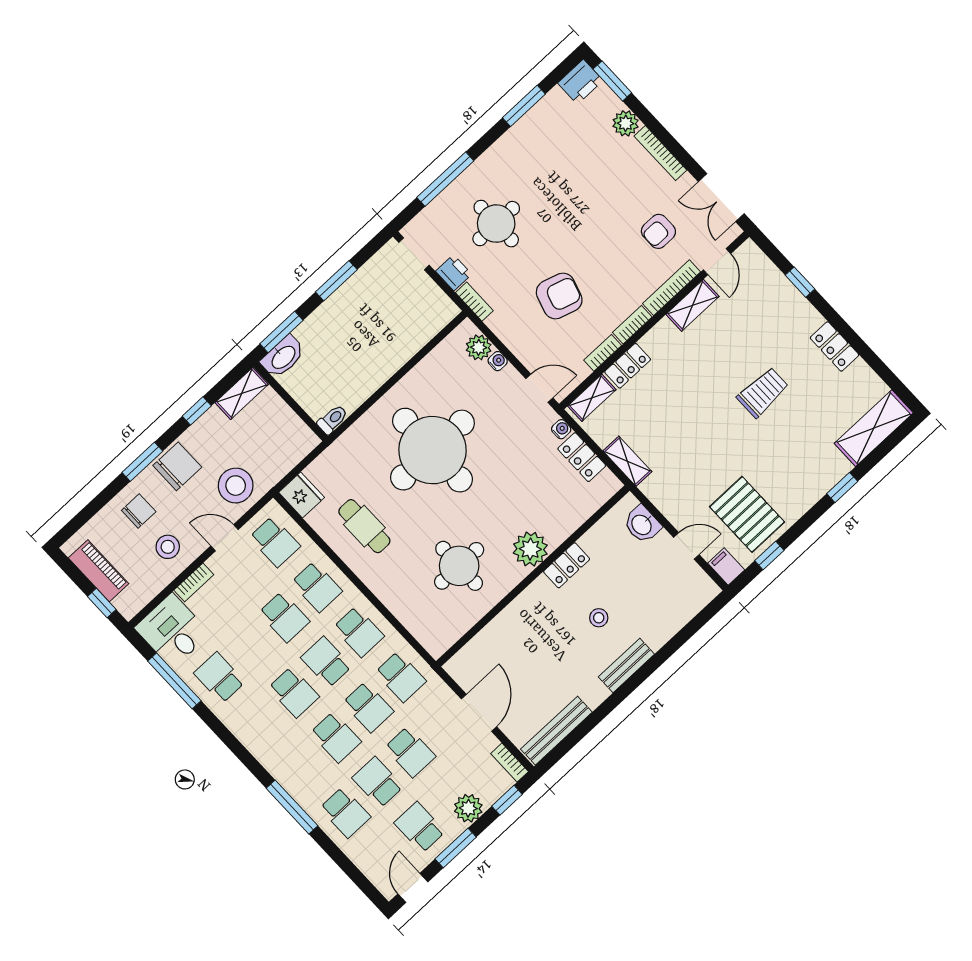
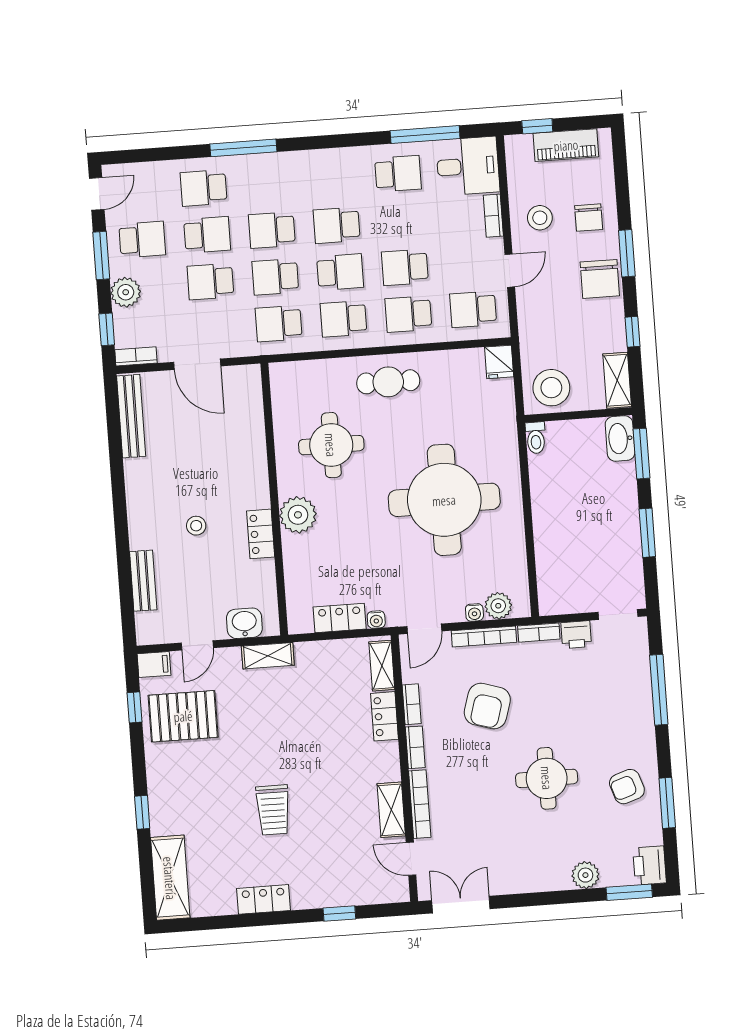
bookcase: (660, 153) -> (484, 637), moved, turned 180
round table: (496, 224) -> (547, 778), moved
armchair: (658, 231) -> (627, 787), moved, turned -108
shelving: (627, 461) -> (268, 656), moved
stool: (236, 486) -> (551, 388), moved
fridge: (302, 495) -> (499, 362), width x0.72
cafe table: (364, 526) -> (388, 382), moved
bench: (626, 665) -> (143, 581), moved
door: (413, 888) -> (97, 194), hinge flipped

